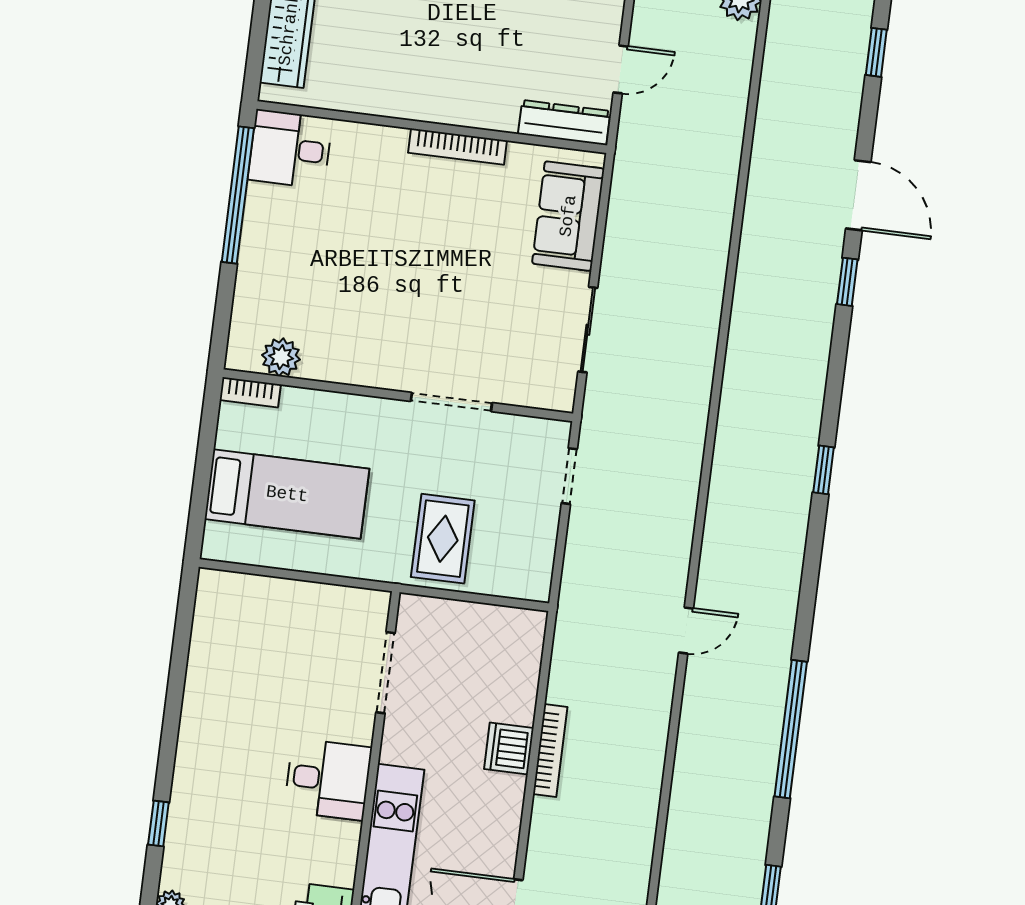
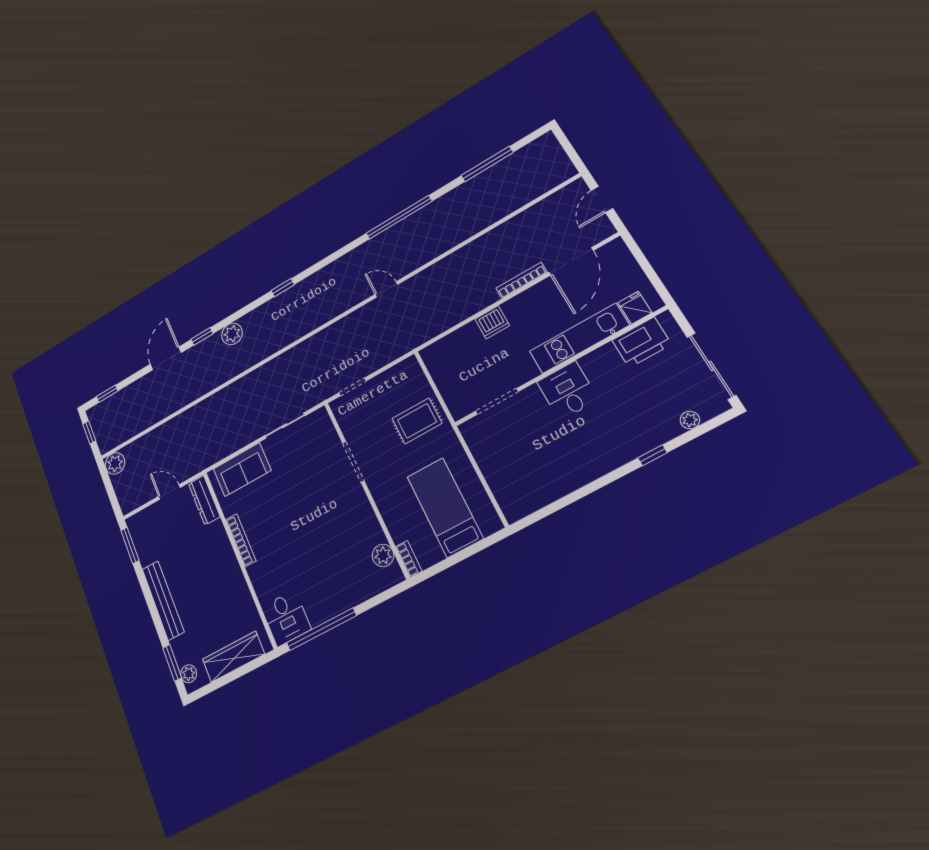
plant: (811, 336) -> (232, 334), added
bookcase: (550, 751) -> (521, 280), moved

